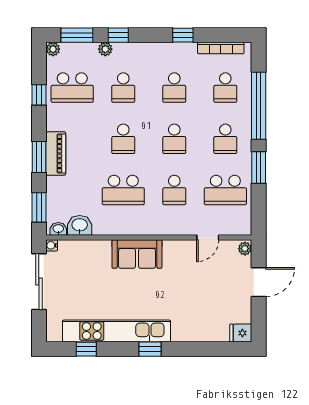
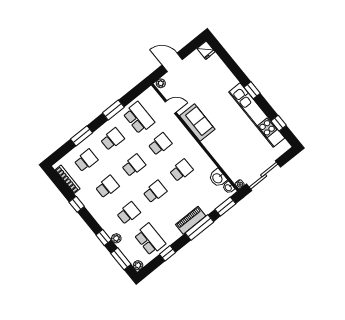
window: (259, 106) -> (81, 136), width x0.47
window: (39, 157) -> (199, 227), width x1.44
school desk: (123, 190) -> (181, 170), width x0.54
sofa: (137, 254) -> (197, 123), moved

